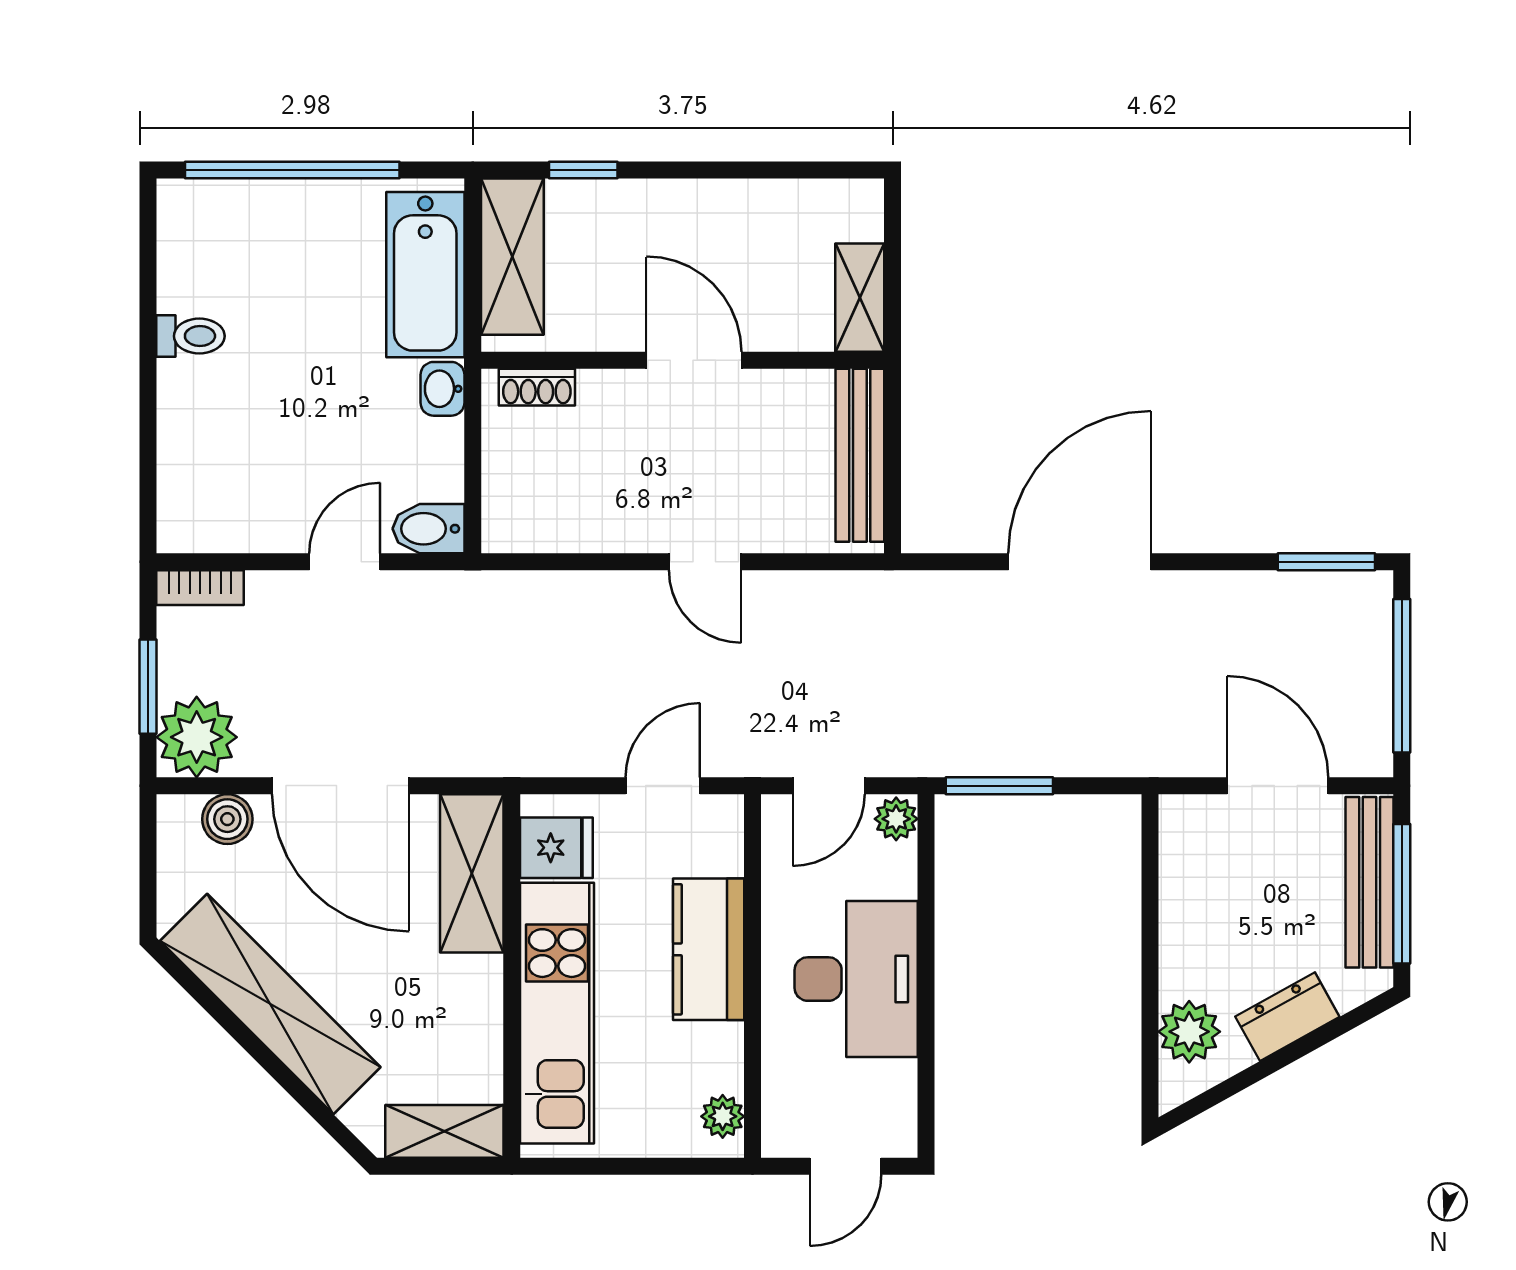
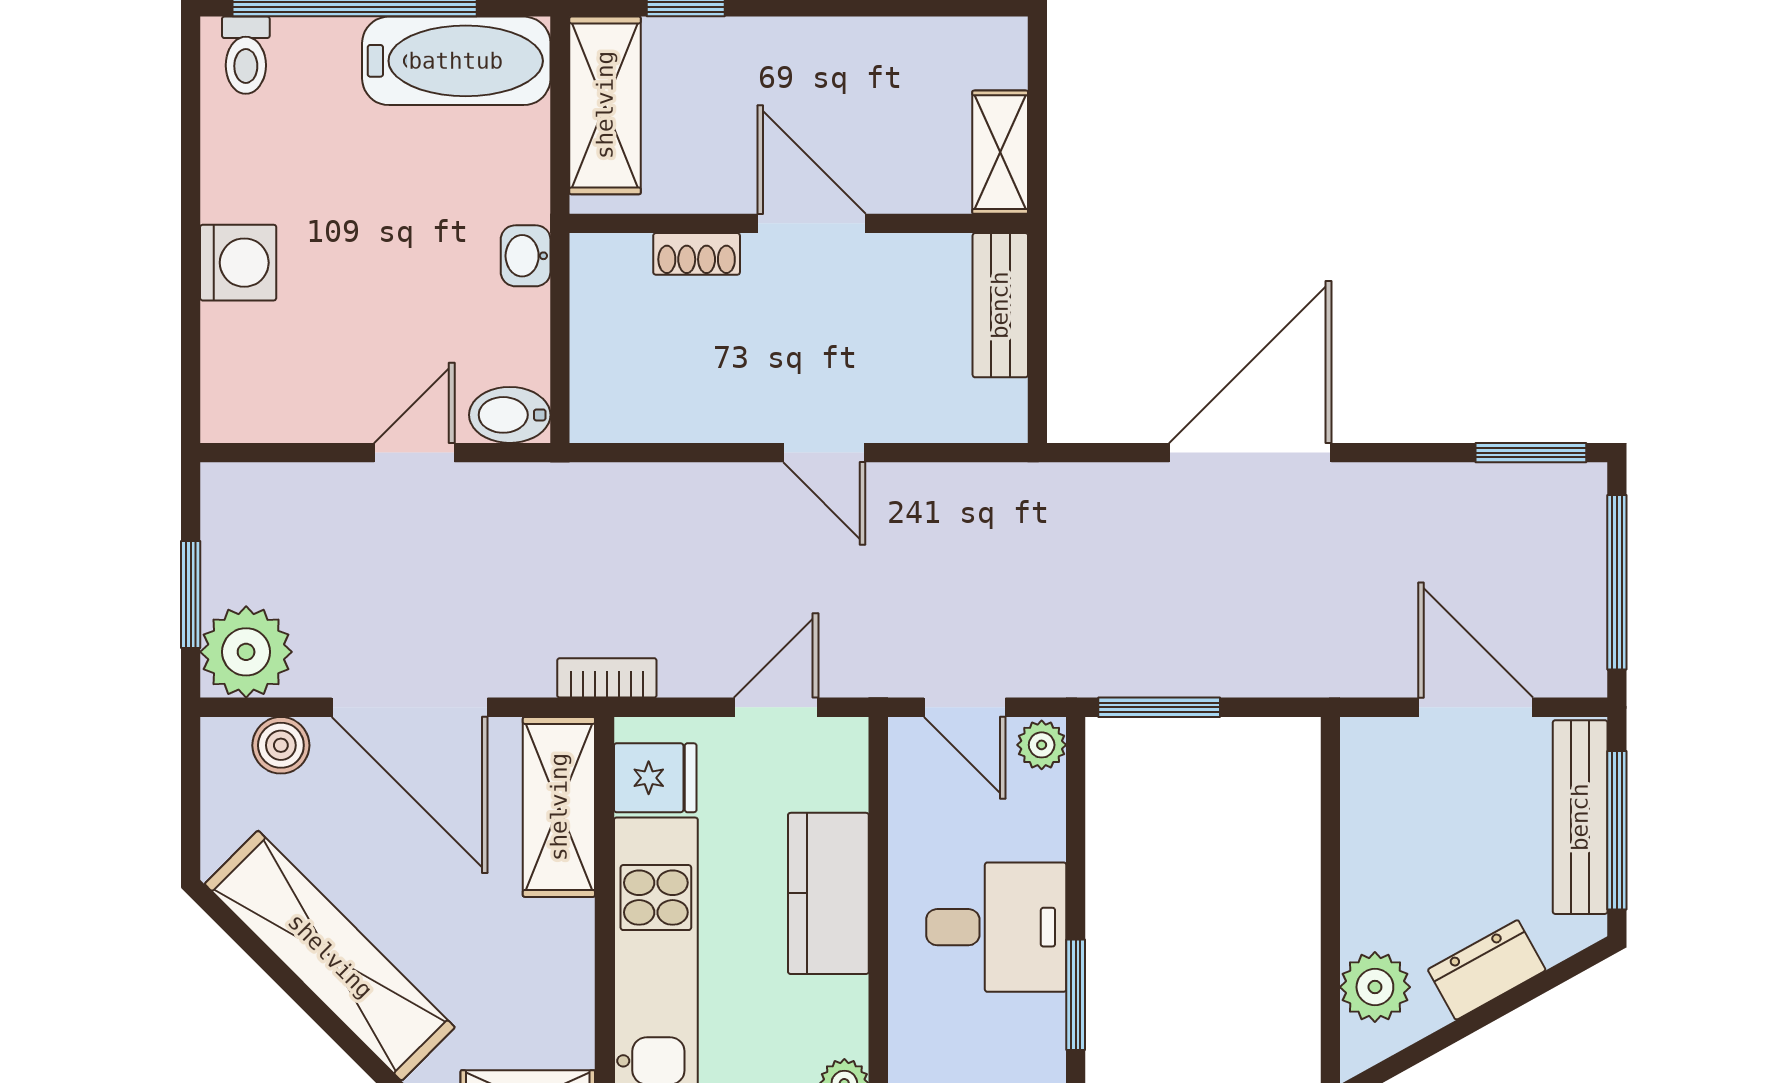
bathtub: (425, 275) -> (456, 61), moved, turned -90
toilet: (190, 336) -> (246, 55), moved, turned 90
shoe rack: (537, 387) -> (697, 254), moved
washing machine: (190, 395) -> (238, 263), added
bench: (860, 455) -> (1000, 305), width x0.73
bookcase: (200, 588) -> (607, 678), moved, turned 180
door: (829, 786) -> (965, 707), hinge flipped
desk: (856, 979) -> (996, 927), width x0.73
window: (926, 1038) -> (1076, 995), added

